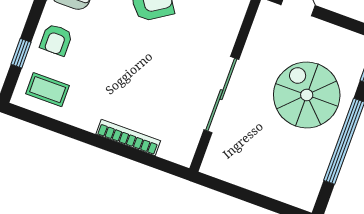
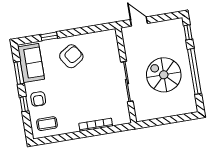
window: (21, 53) -> (24, 104), moved
spiral stairs: (307, 95) -> (164, 75), moved

